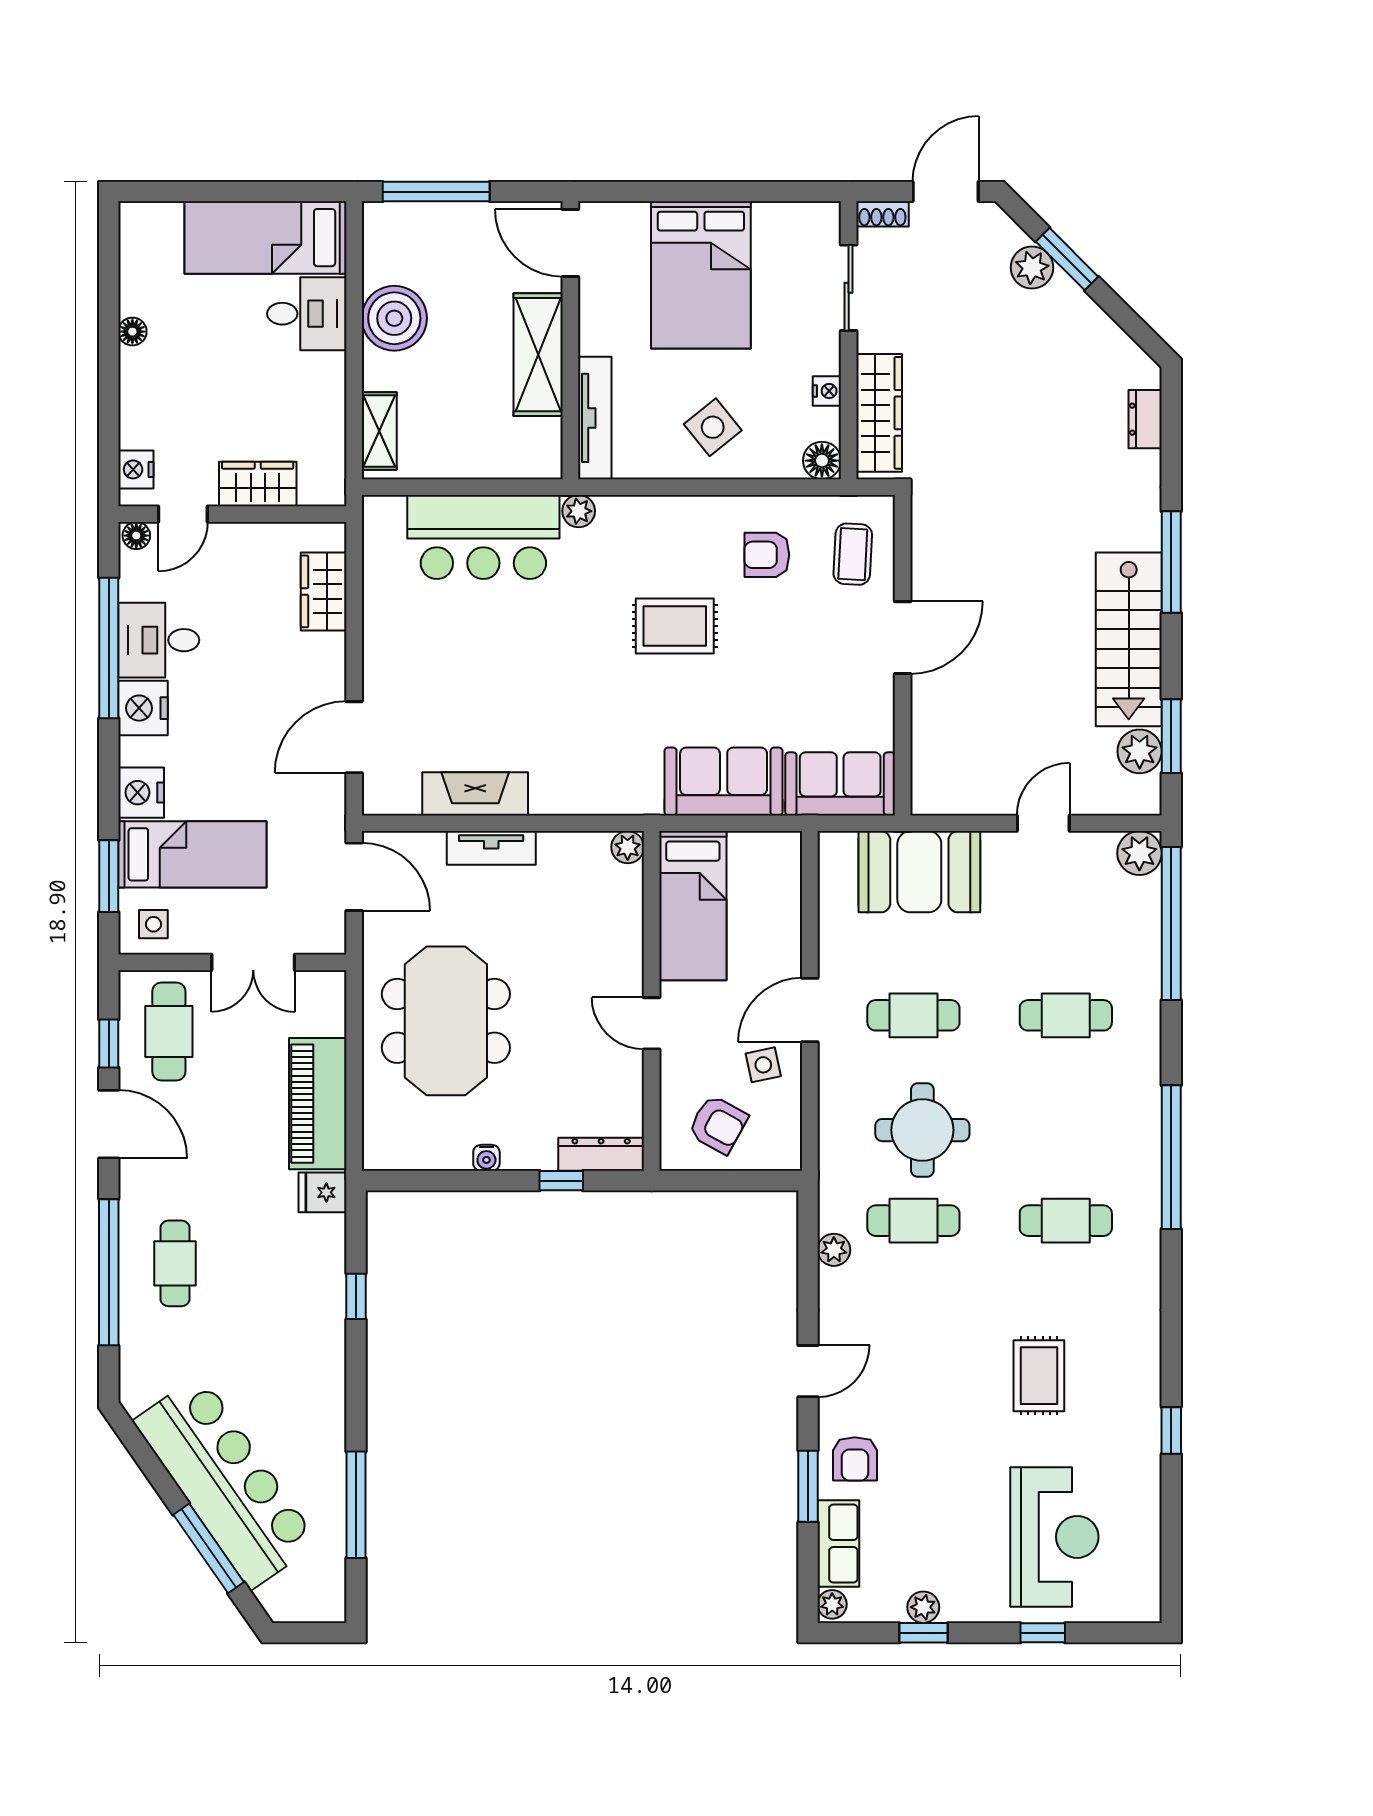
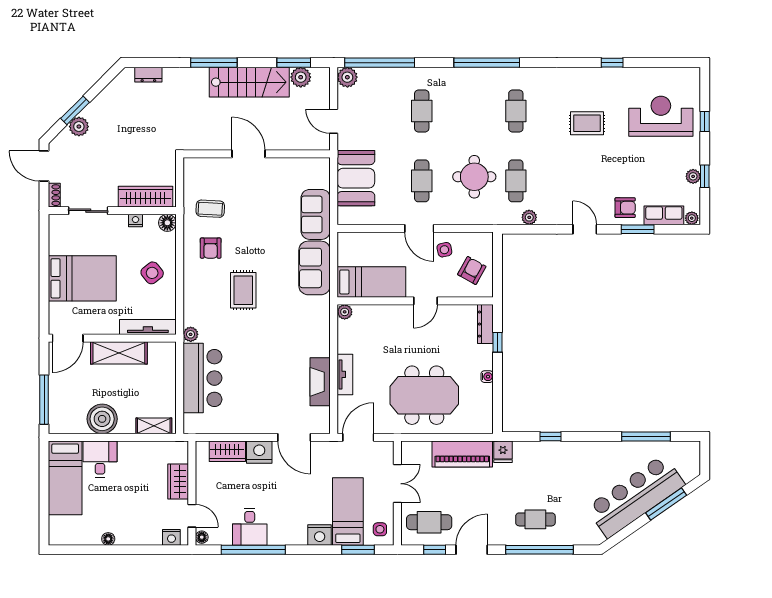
door: (903, 638) -> (249, 154), moved
wall: (903, 655) -> (257, 154), moved
nightstand: (143, 708) -> (259, 452), moved, turned 180

